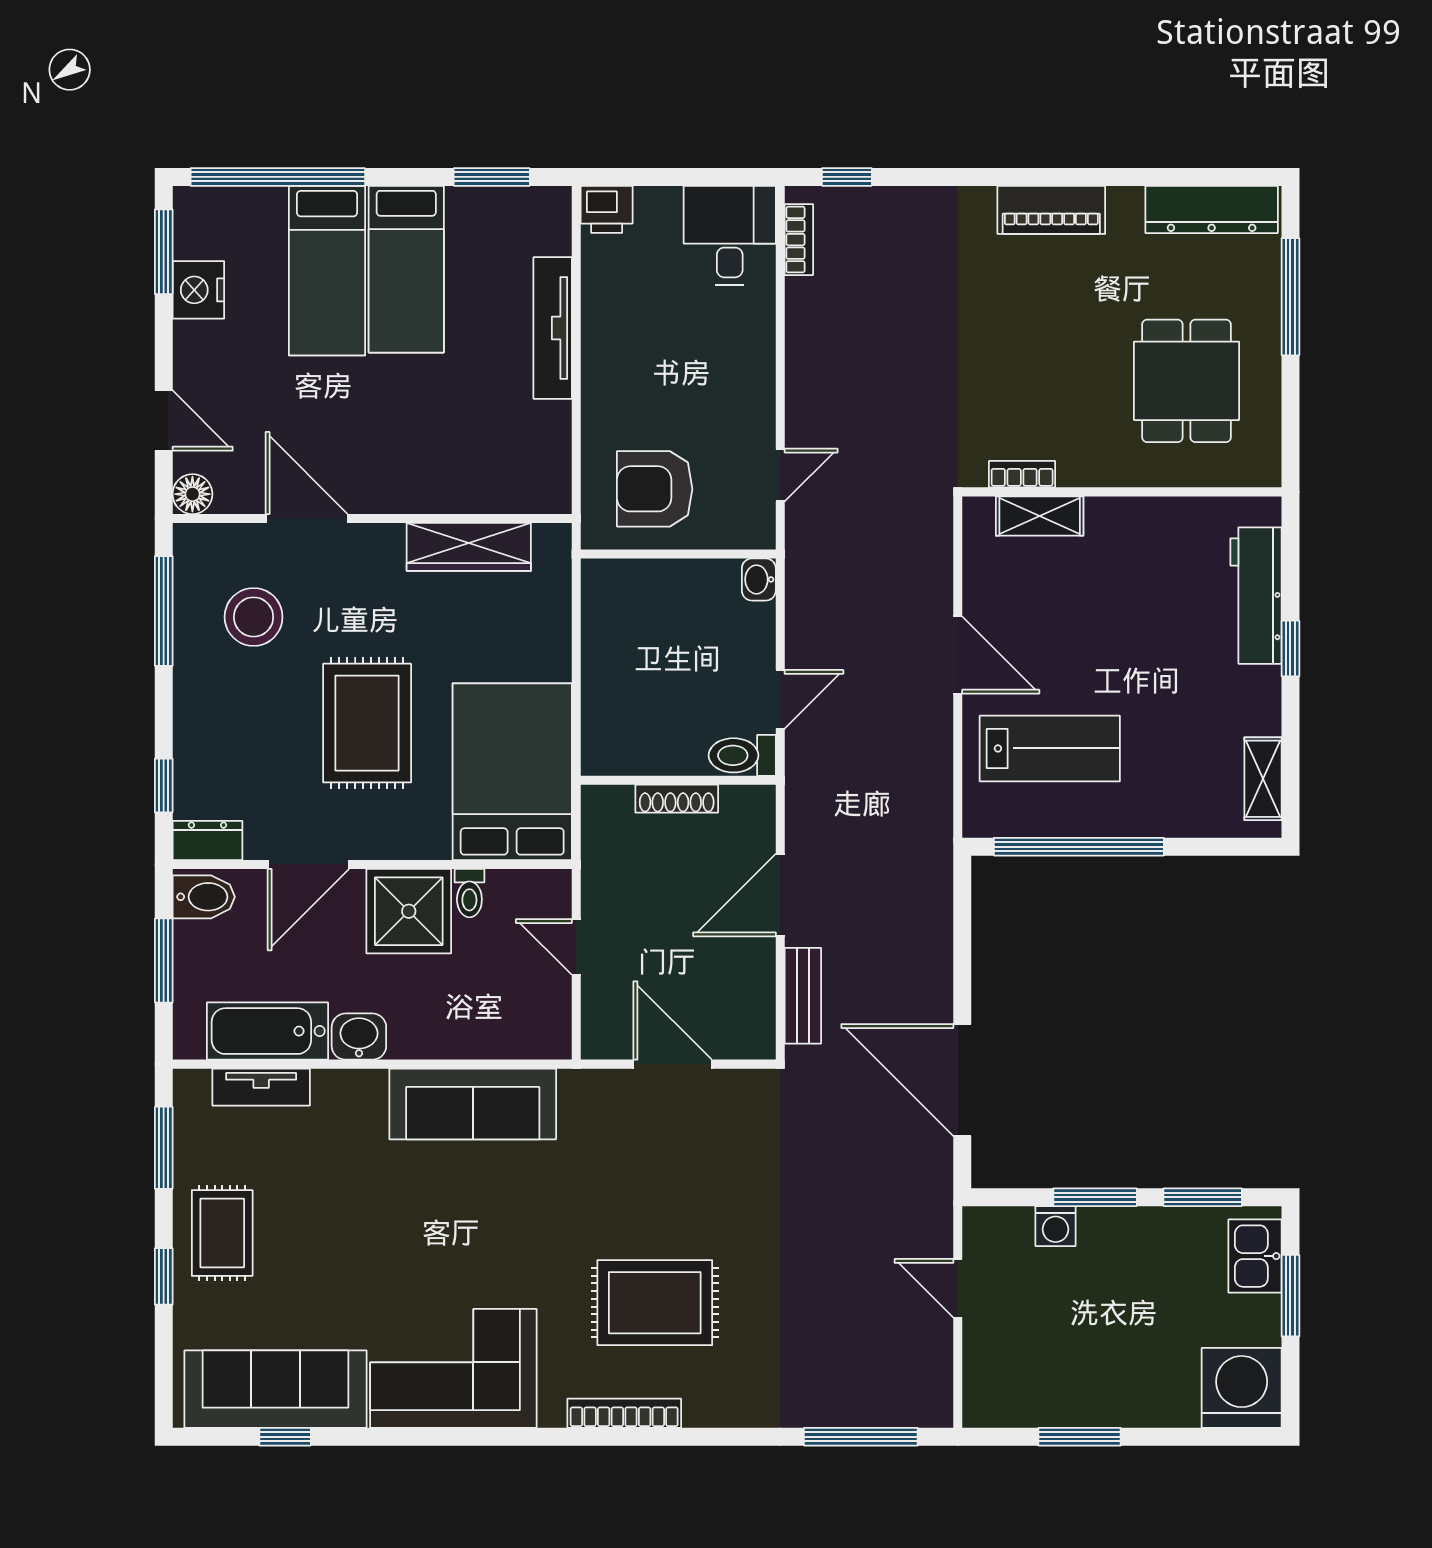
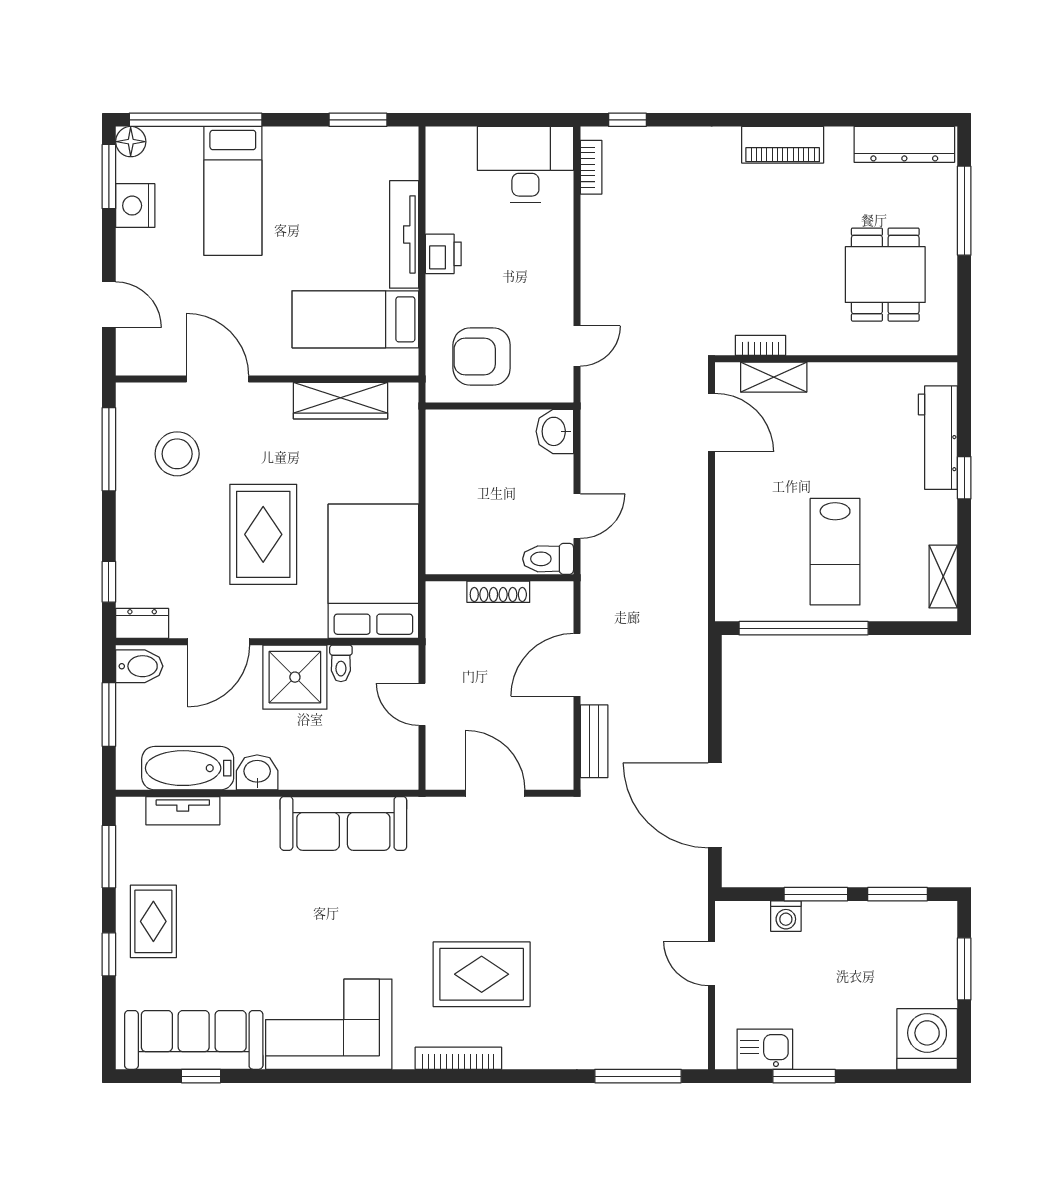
printer: (607, 209) -> (443, 254), moved, turned -90
desk: (730, 236) -> (525, 164), width x1.37
bed: (406, 269) -> (355, 319), moved, turned 90
floor lamp: (192, 494) -> (131, 142), moved
washbasin: (759, 579) -> (555, 431), width x1.38, depth x1.45
door: (958, 655) -> (712, 423), moved
lab bench: (1050, 748) -> (835, 552), moved, turned 90
kitchen sink: (1255, 1256) -> (765, 1049), moved, turned 90

